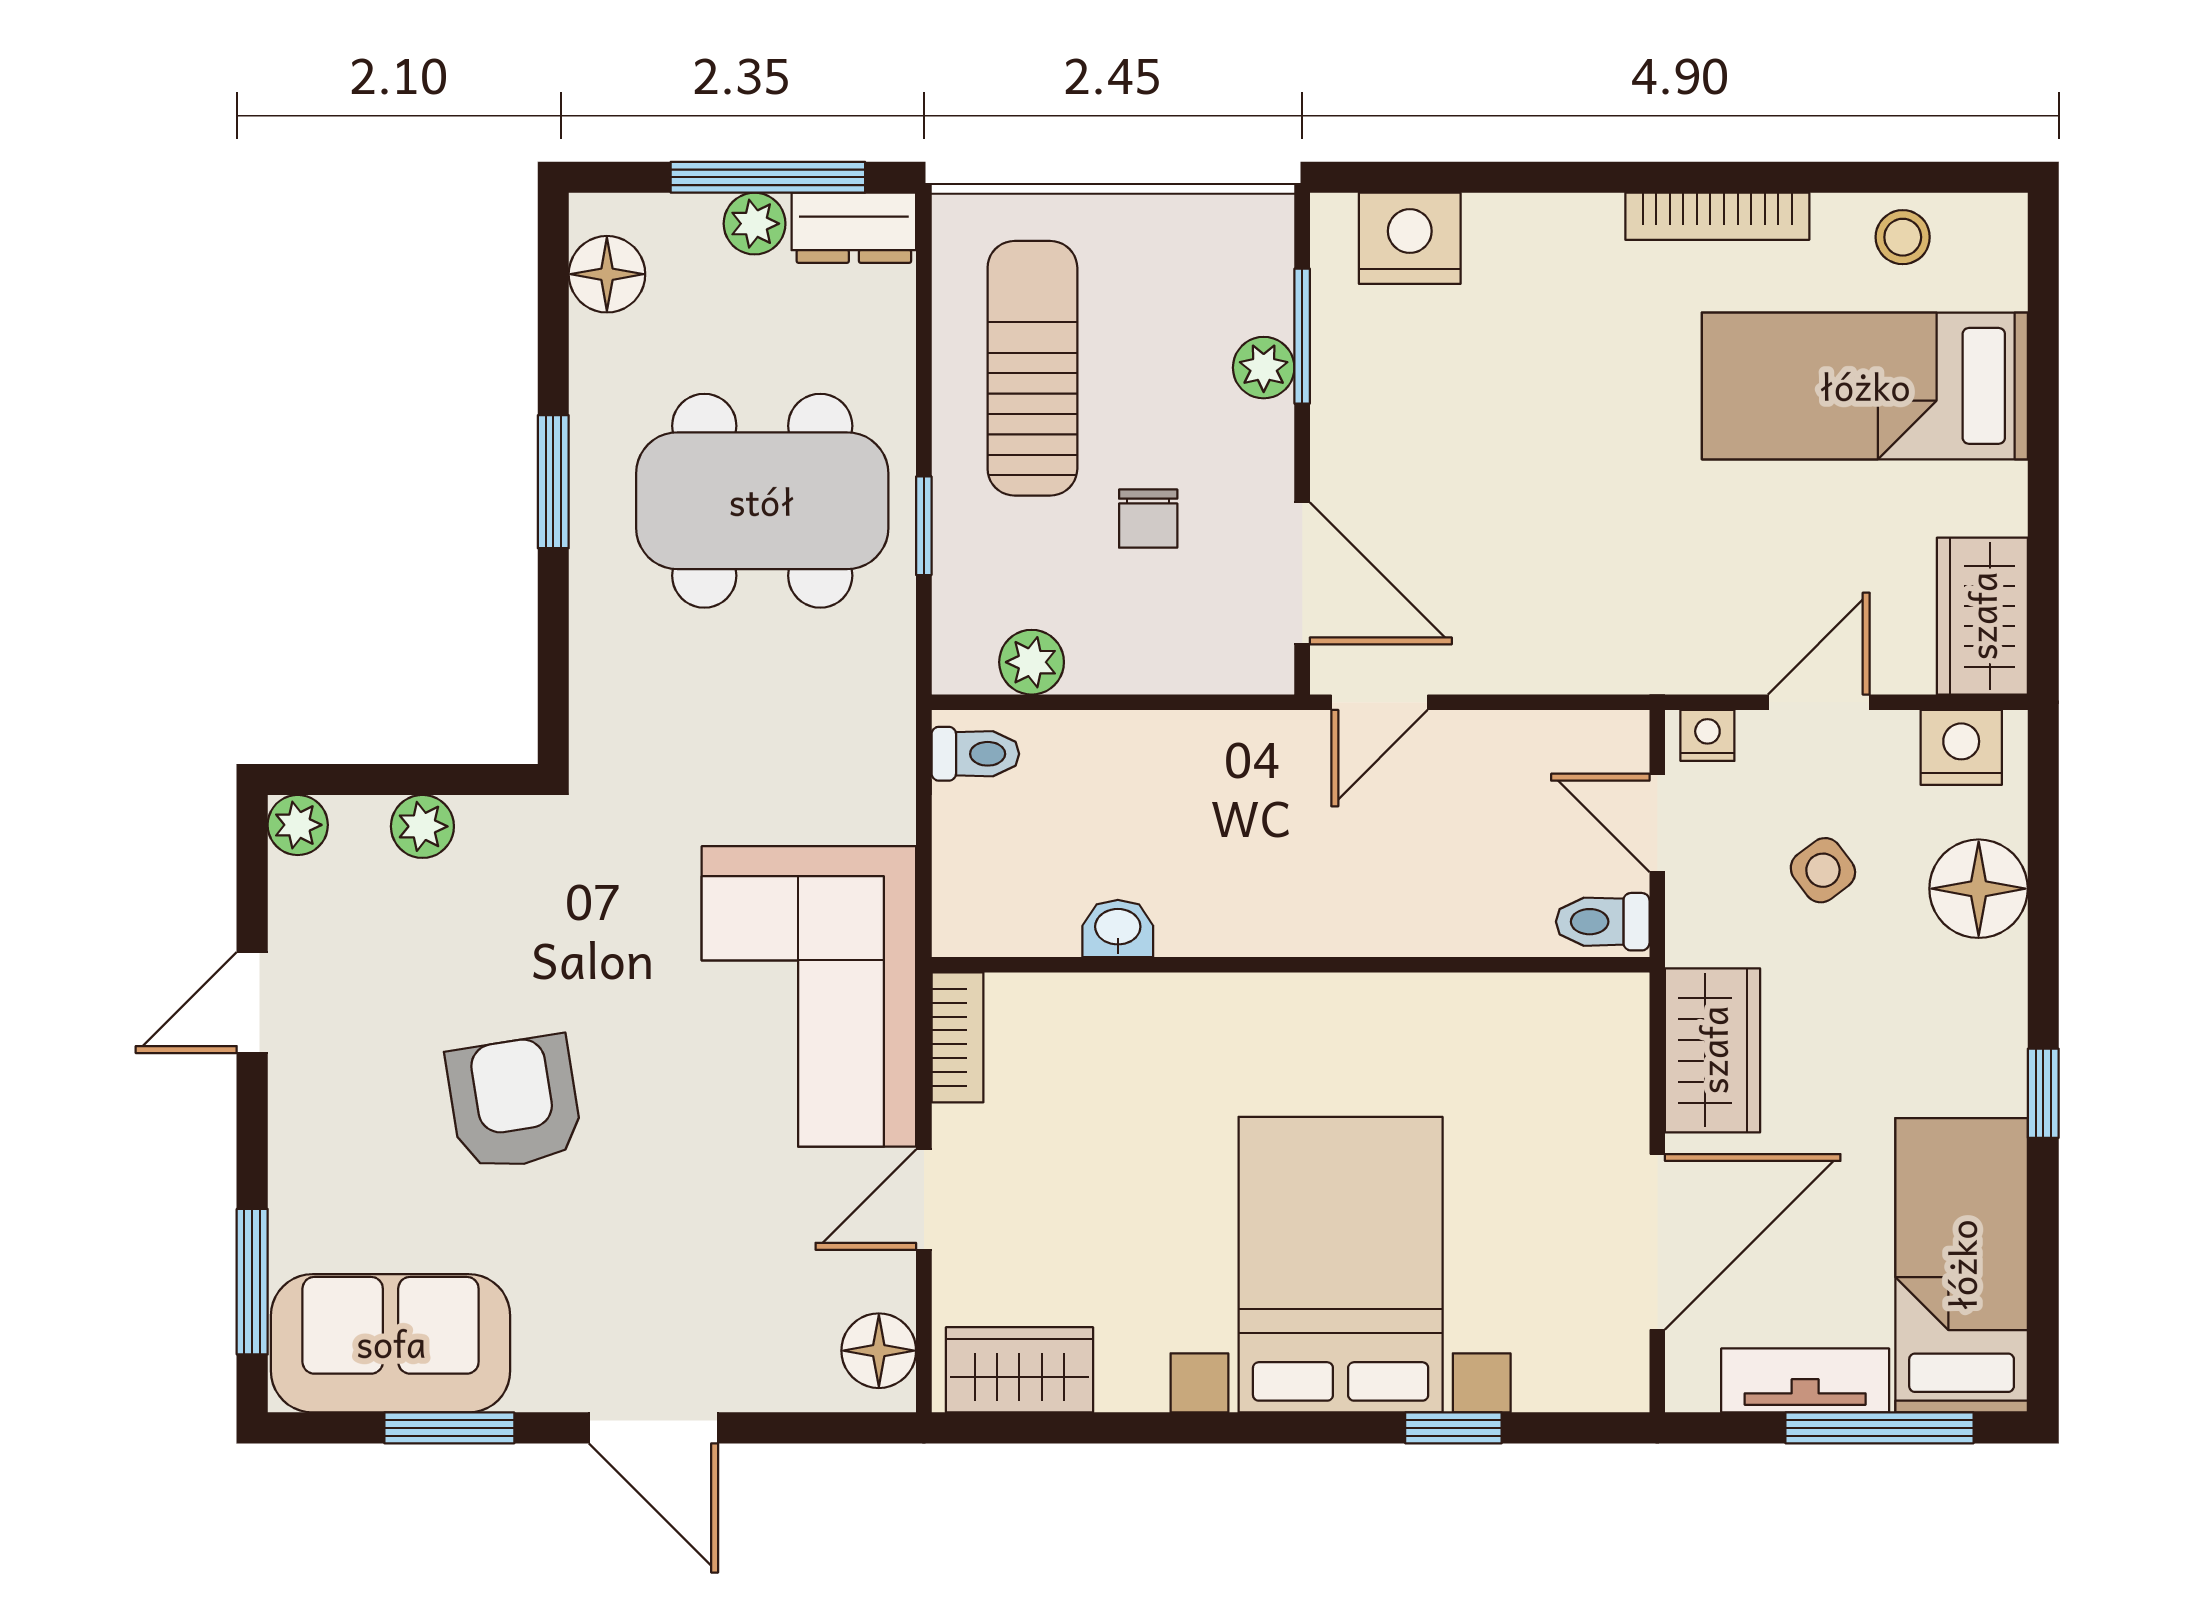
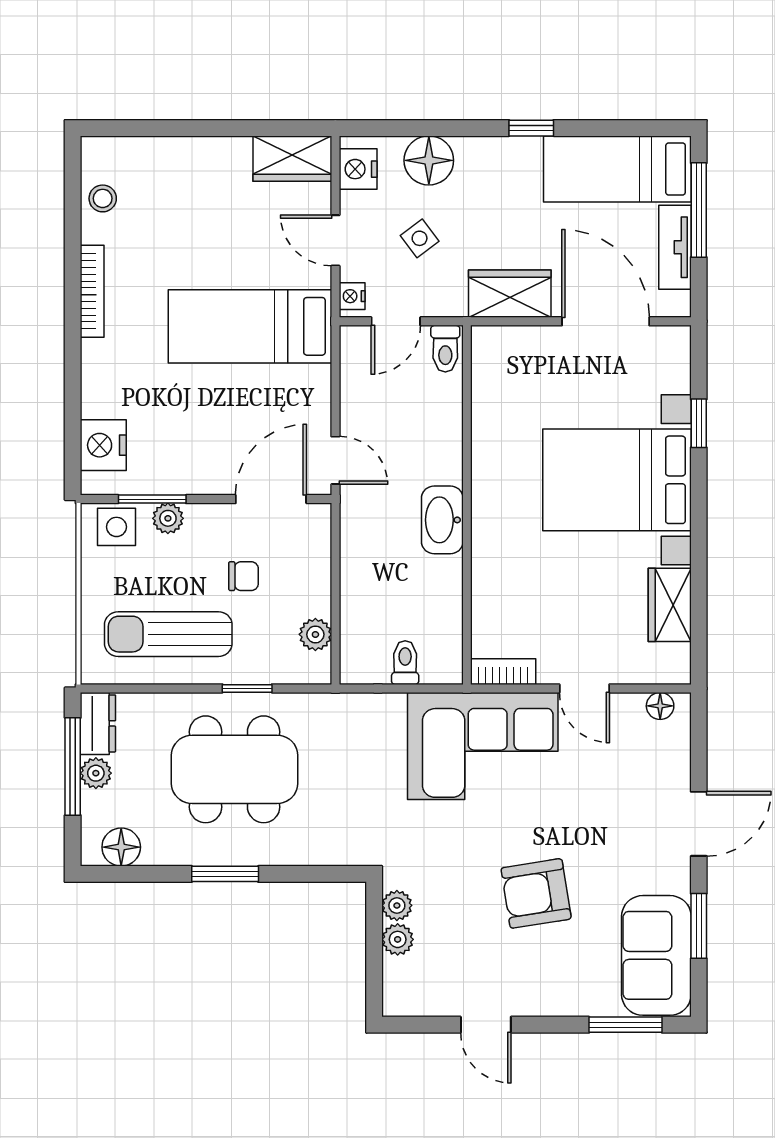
side table: (1246, 265) -> (116, 527), added
bed: (1865, 386) -> (250, 326), moved, turned 90
dining table: (762, 501) -> (235, 769), turned 90
toilet: (975, 754) -> (405, 663), moved
plant: (298, 825) -> (397, 905), moved
washbasin: (1118, 928) -> (442, 520), moved, width x1.91, depth x1.45
floor lamp: (879, 1351) -> (660, 706), width x0.73, depth x0.73
wardrobe: (1019, 1370) -> (670, 605), moved

